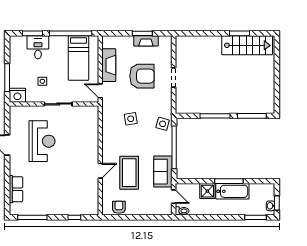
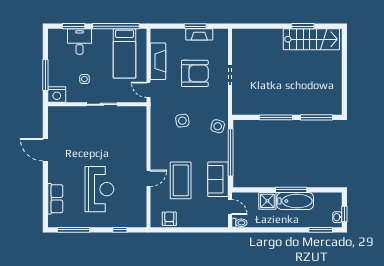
reception desk: (42, 141) -> (99, 189), moved

